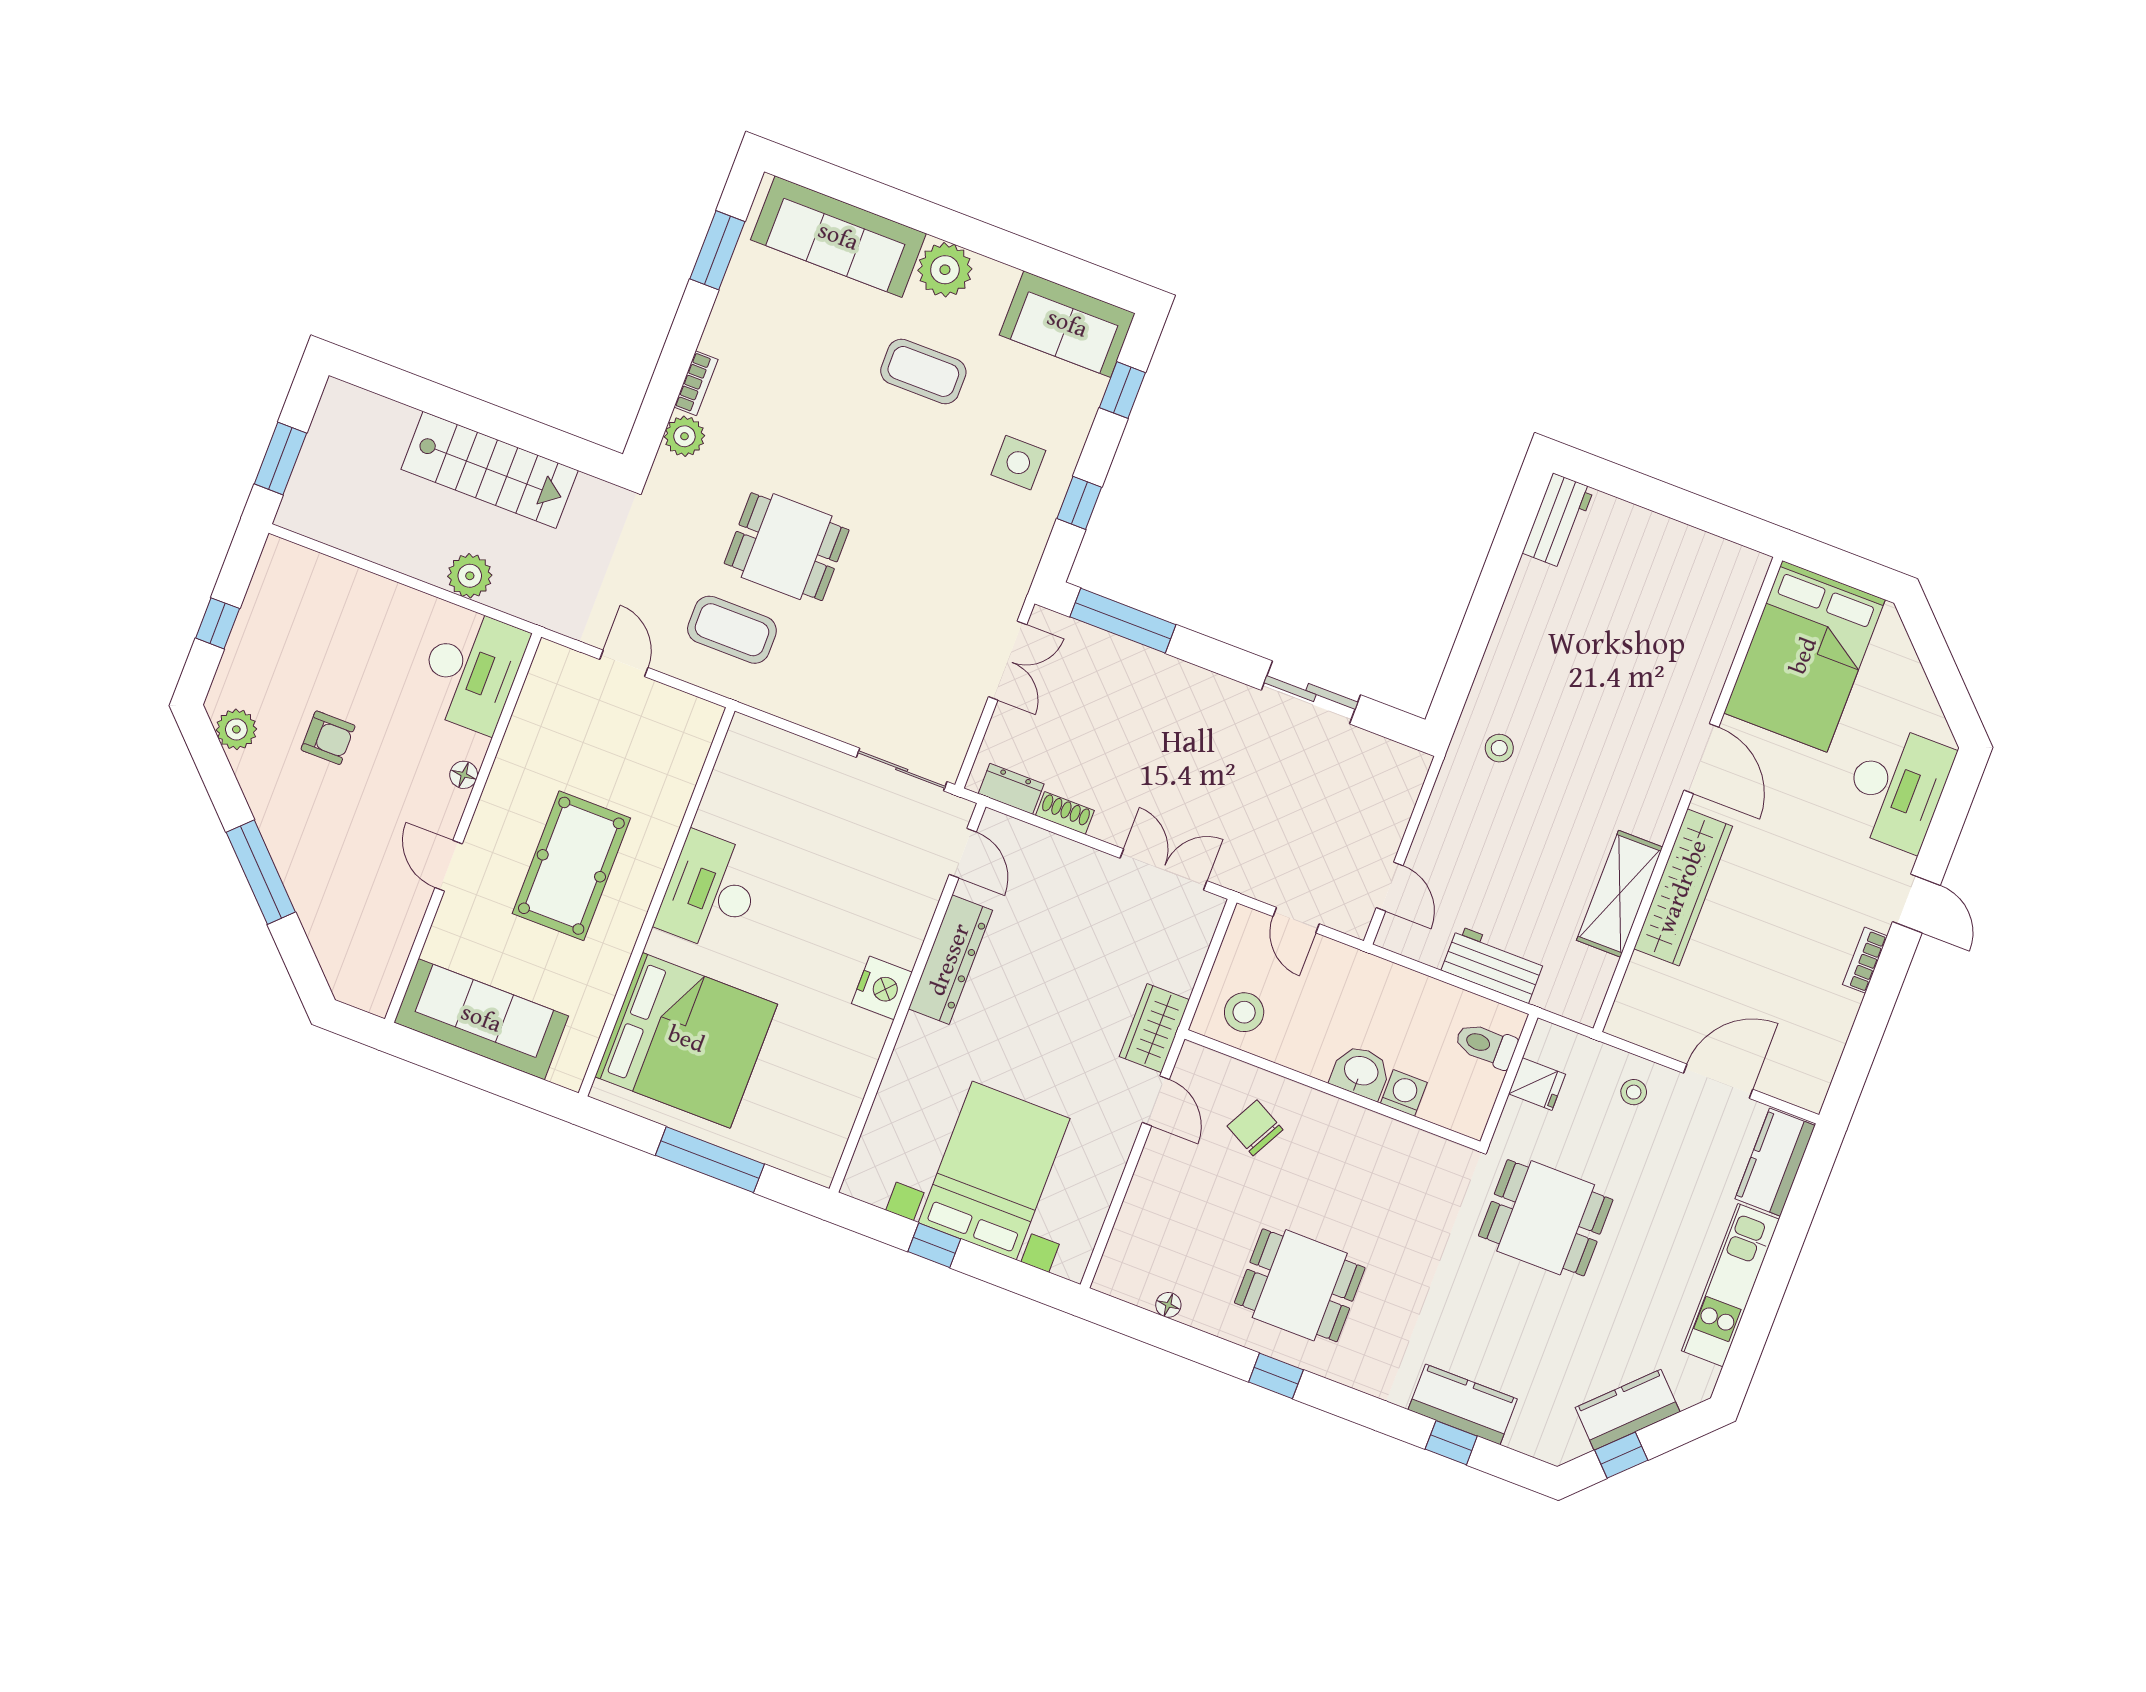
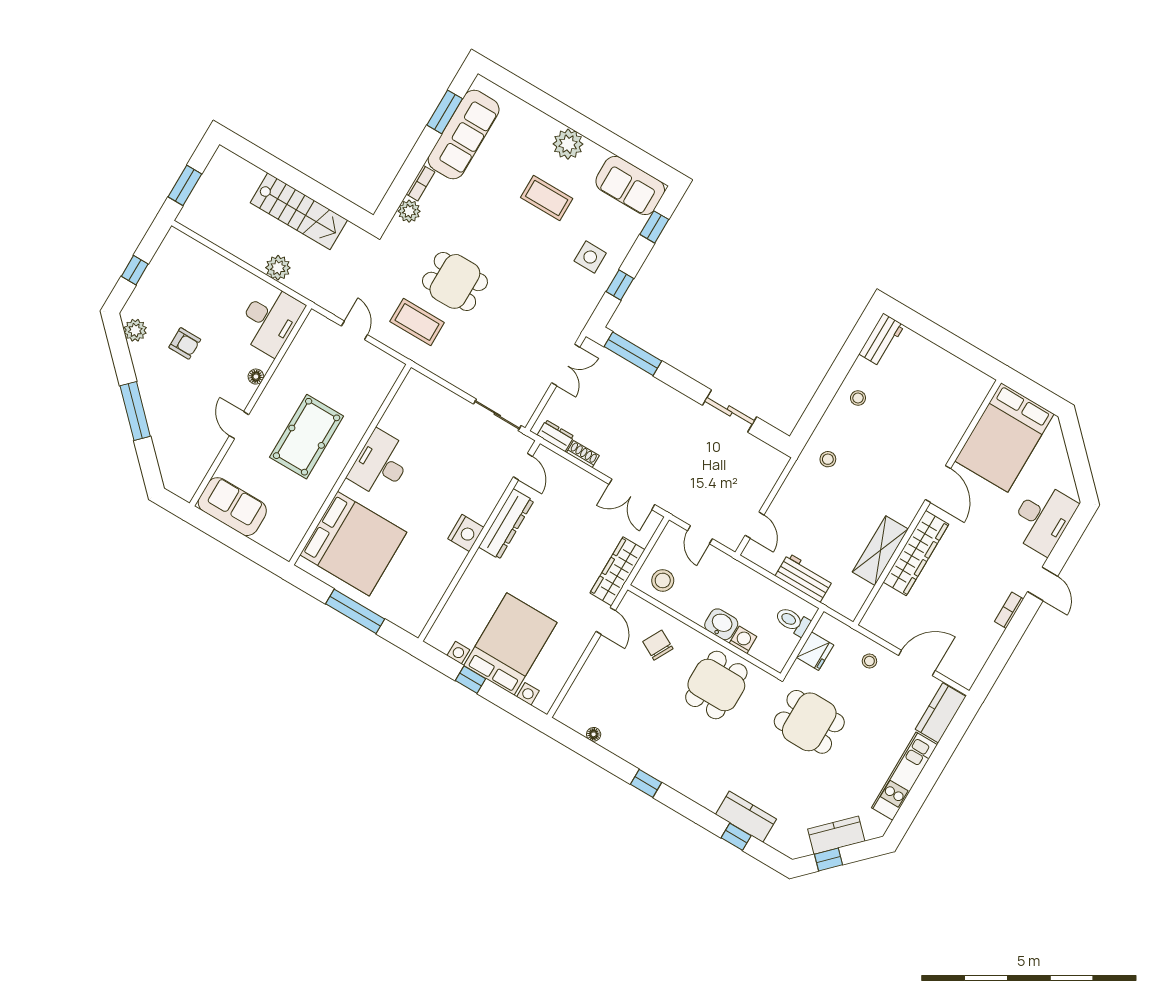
sofa: (838, 237) -> (464, 135), moved, turned -90
stool: (1534, 631) -> (858, 398), added
double door: (1164, 870) -> (632, 494), swing flipped
sofa: (481, 1019) -> (232, 507), width x0.73
wardrobe: (1154, 1028) -> (617, 571), width x1.50
fridge: (1537, 1084) -> (815, 651), width x1.38
dining table: (1300, 1285) -> (716, 685), moved, turned 90

